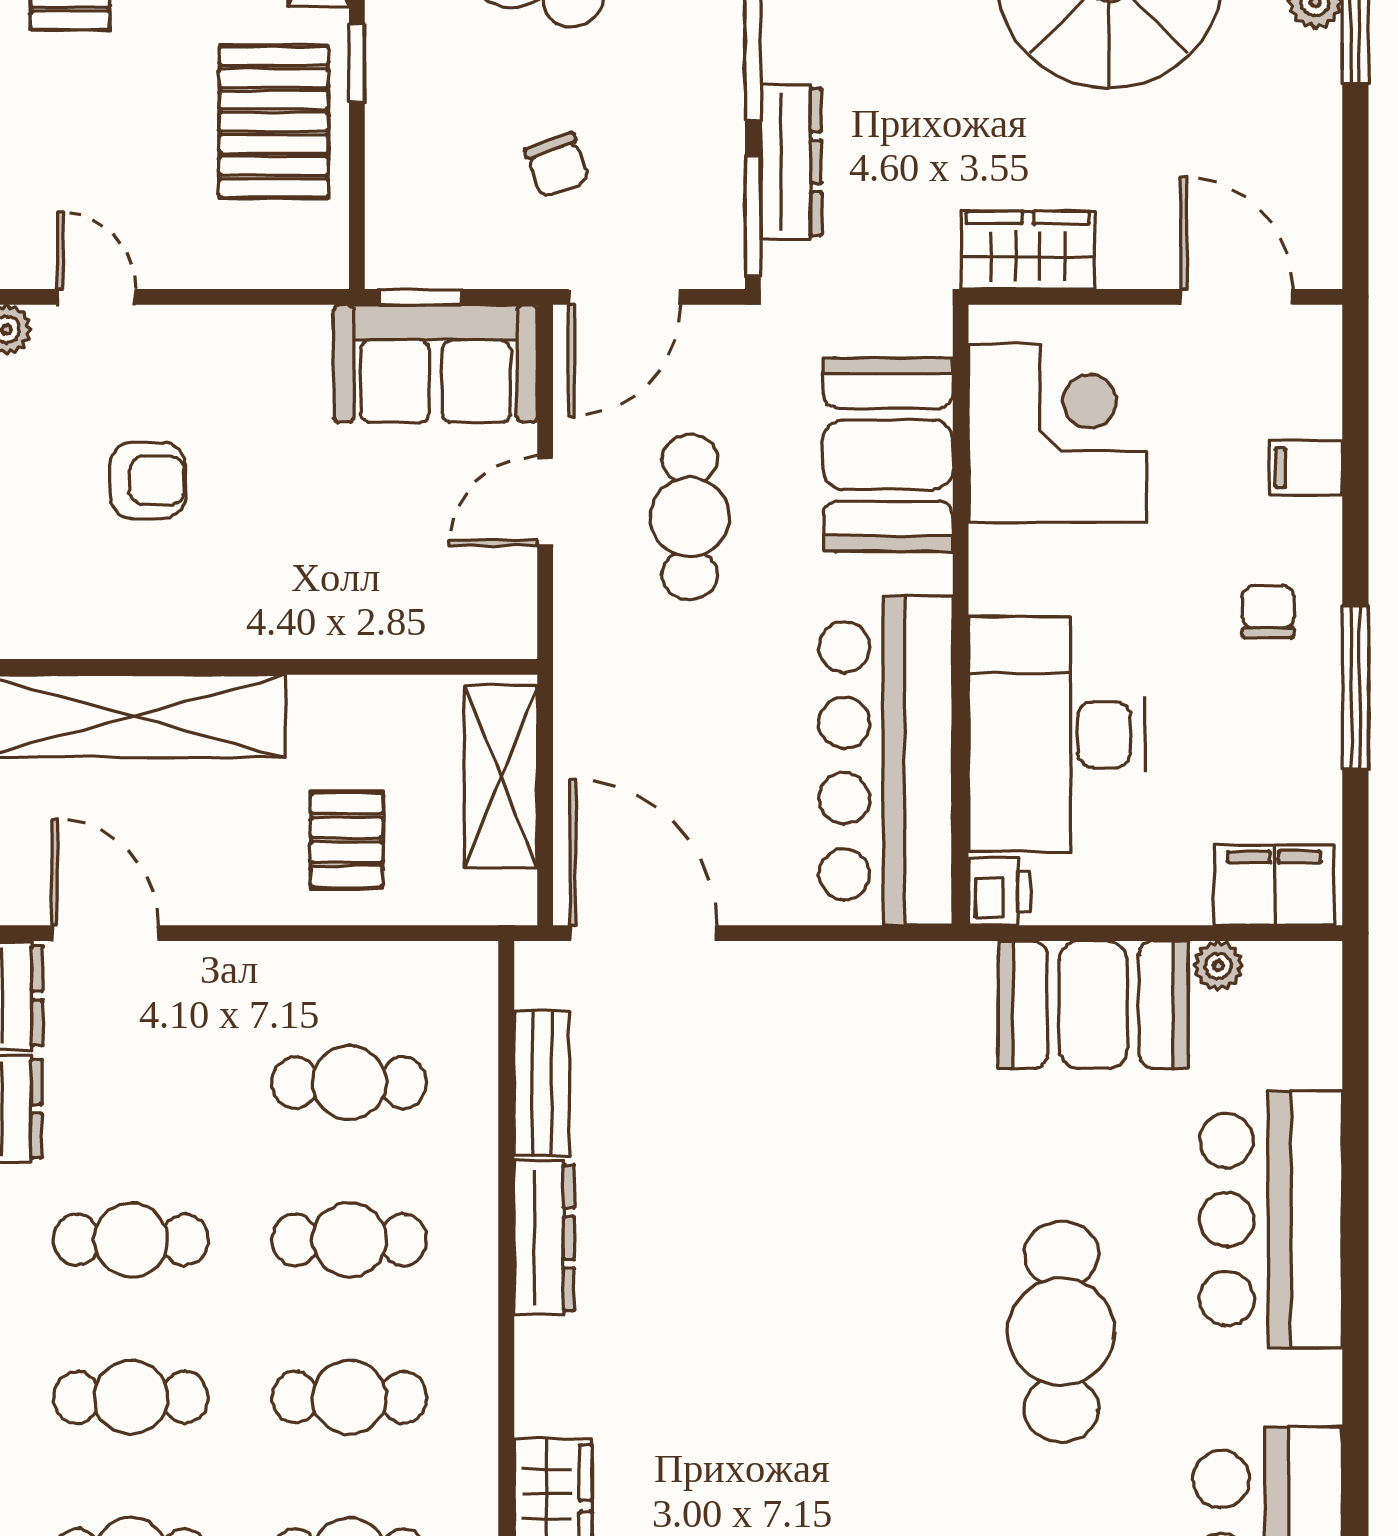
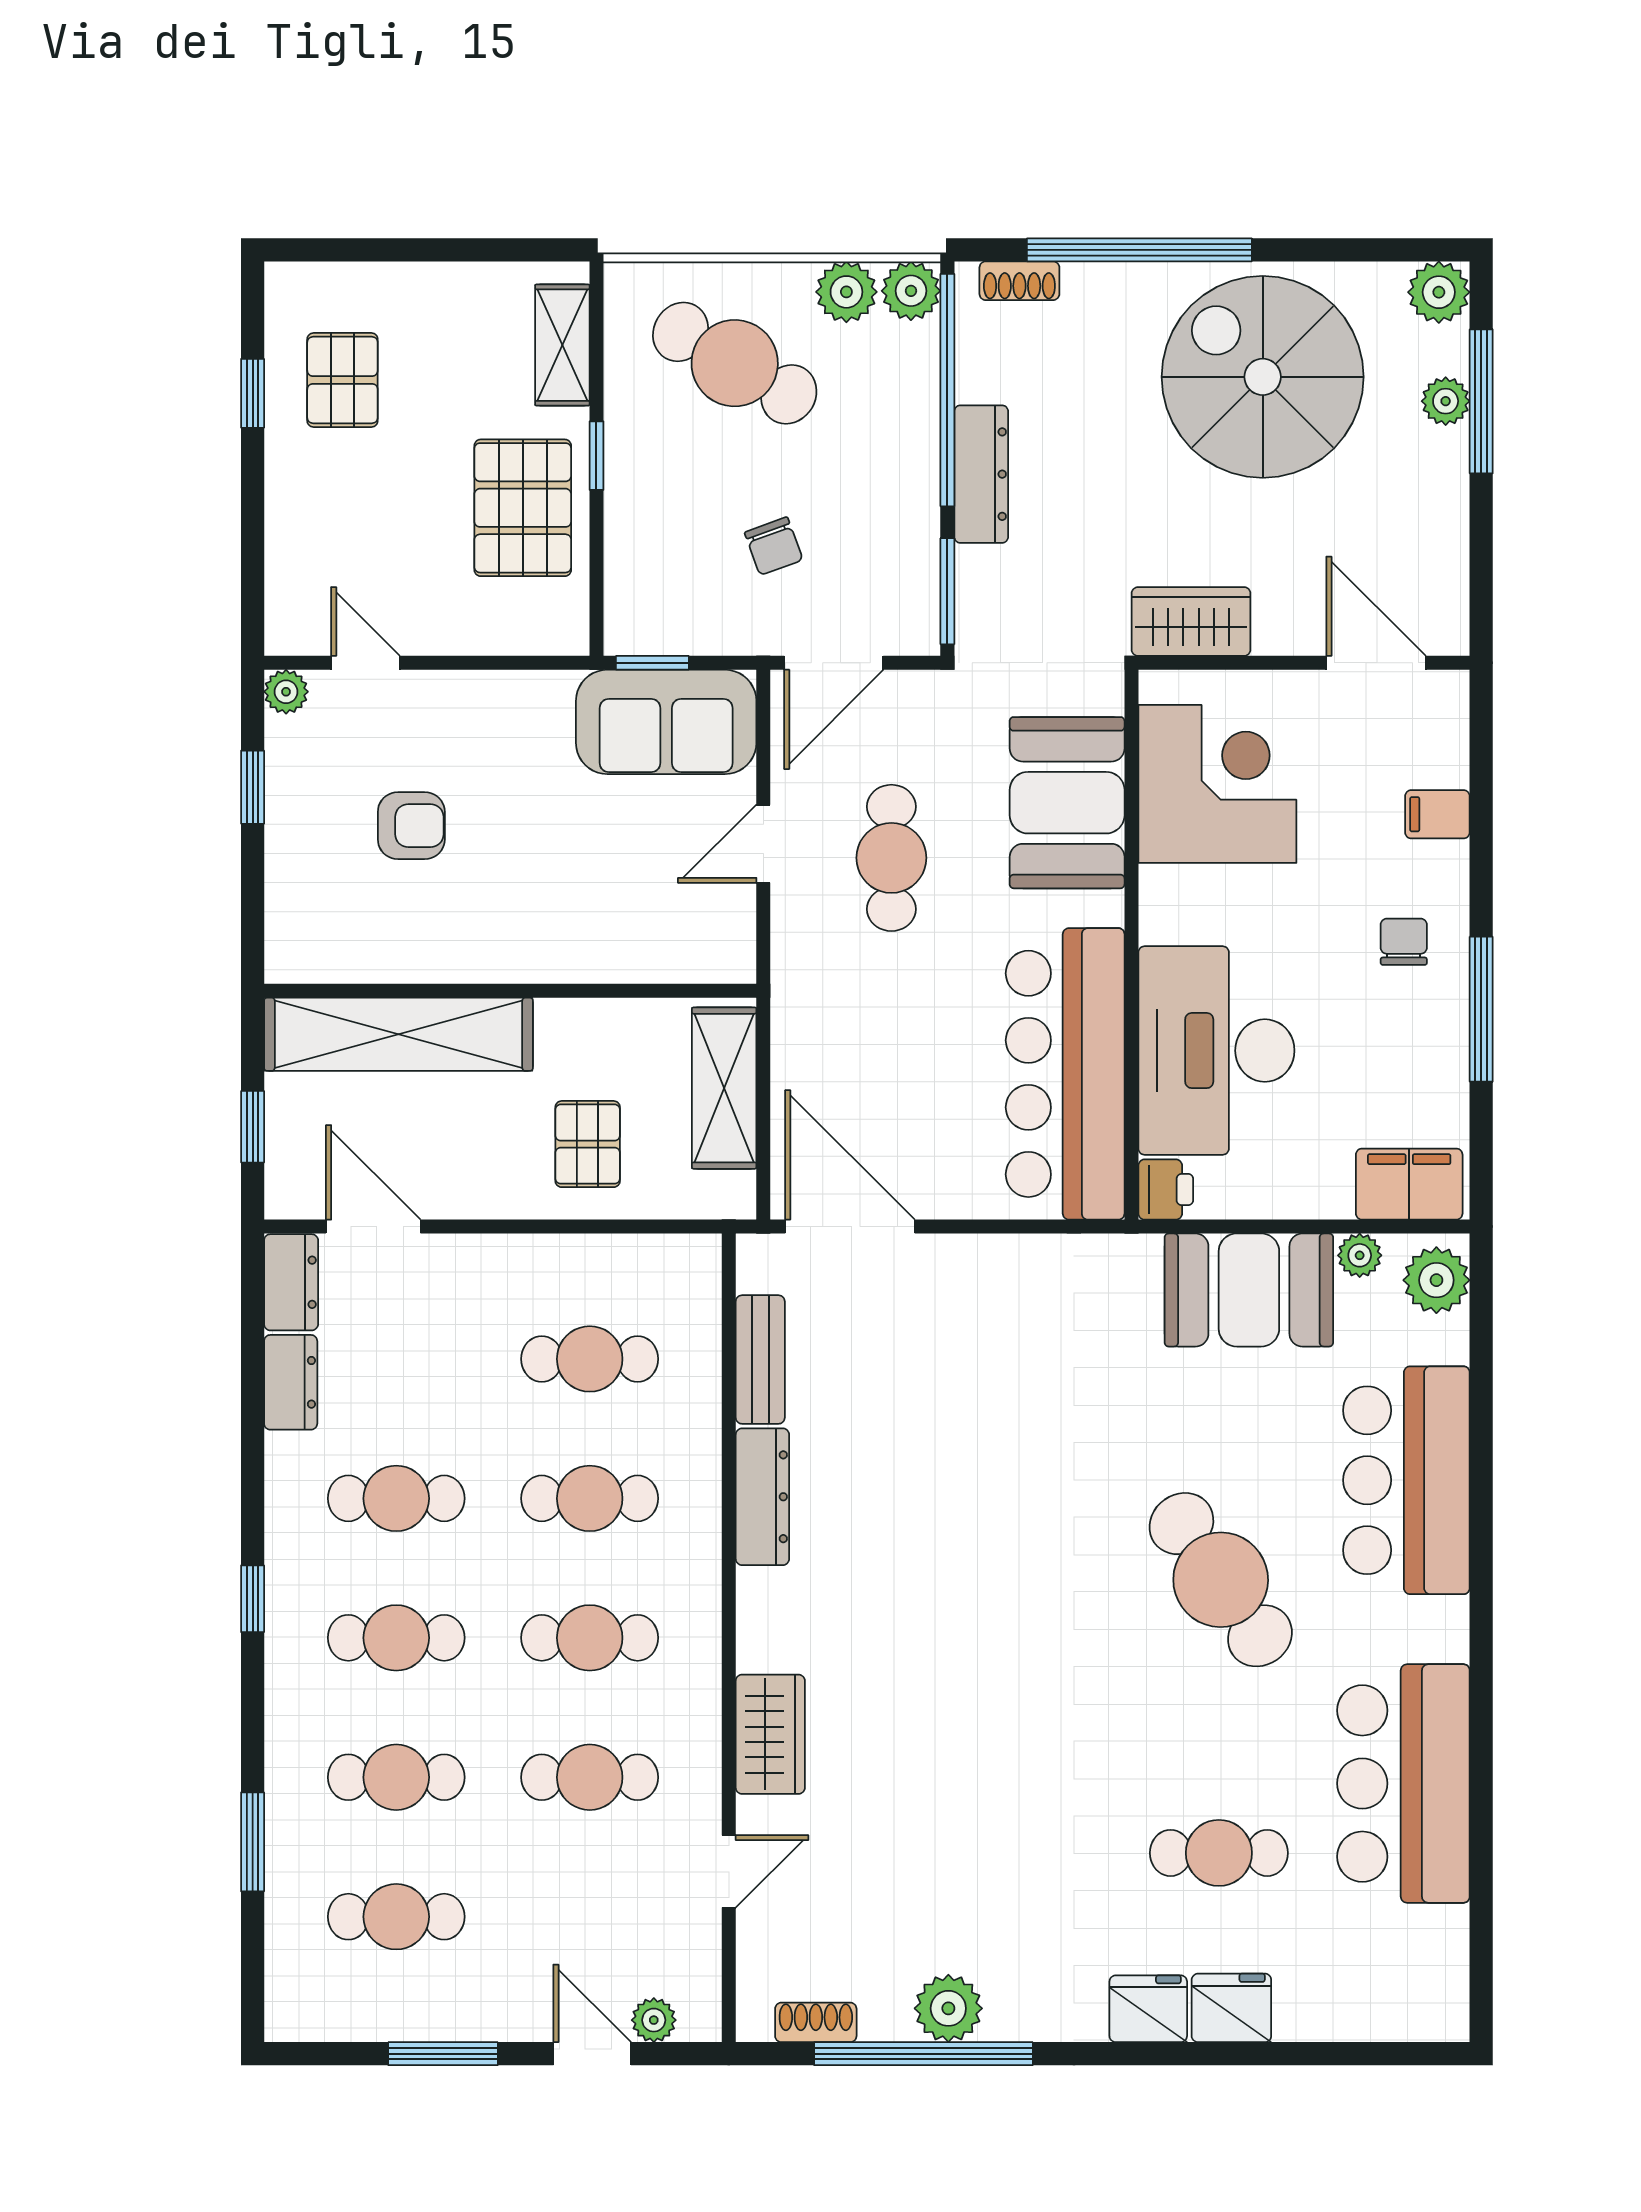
dresser: (791, 162) -> (981, 474), moved
plant: (1305, 994) -> (1436, 1280), added
cafe table: (1061, 1332) -> (1221, 1580), turned -35

